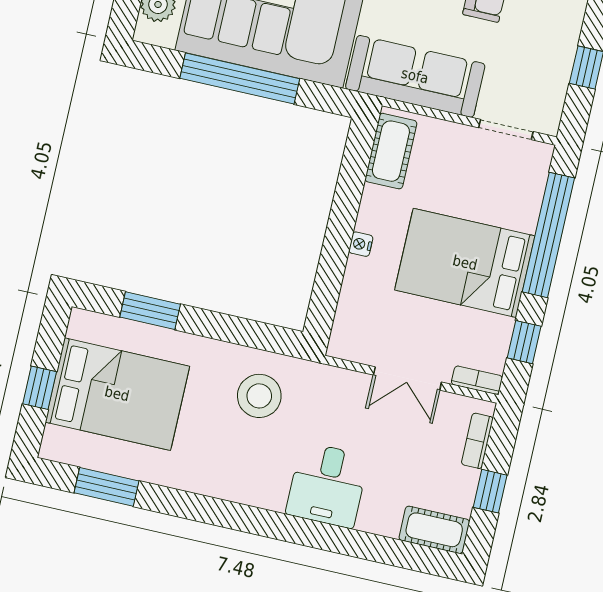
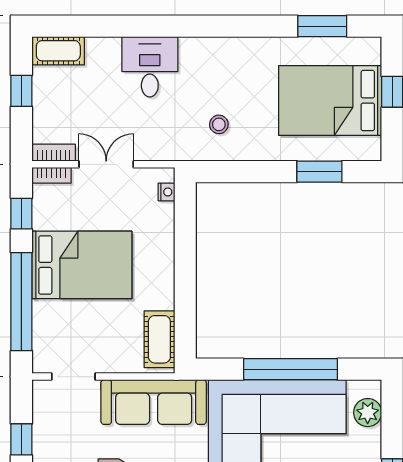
nightstand: (361, 244) -> (166, 192), moved
stool: (259, 396) -> (219, 124), width x0.53, depth x0.53
bookcase: (477, 441) -> (54, 153), moved, turned -90

